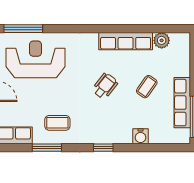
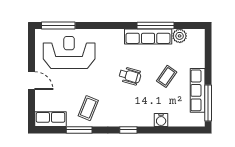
window: (134, 29) -> (155, 26), added
wheelchair: (105, 86) -> (130, 76), turned 68
coffee table: (57, 123) -> (88, 108), turned -68

